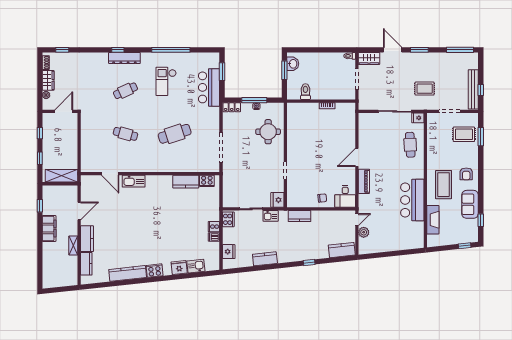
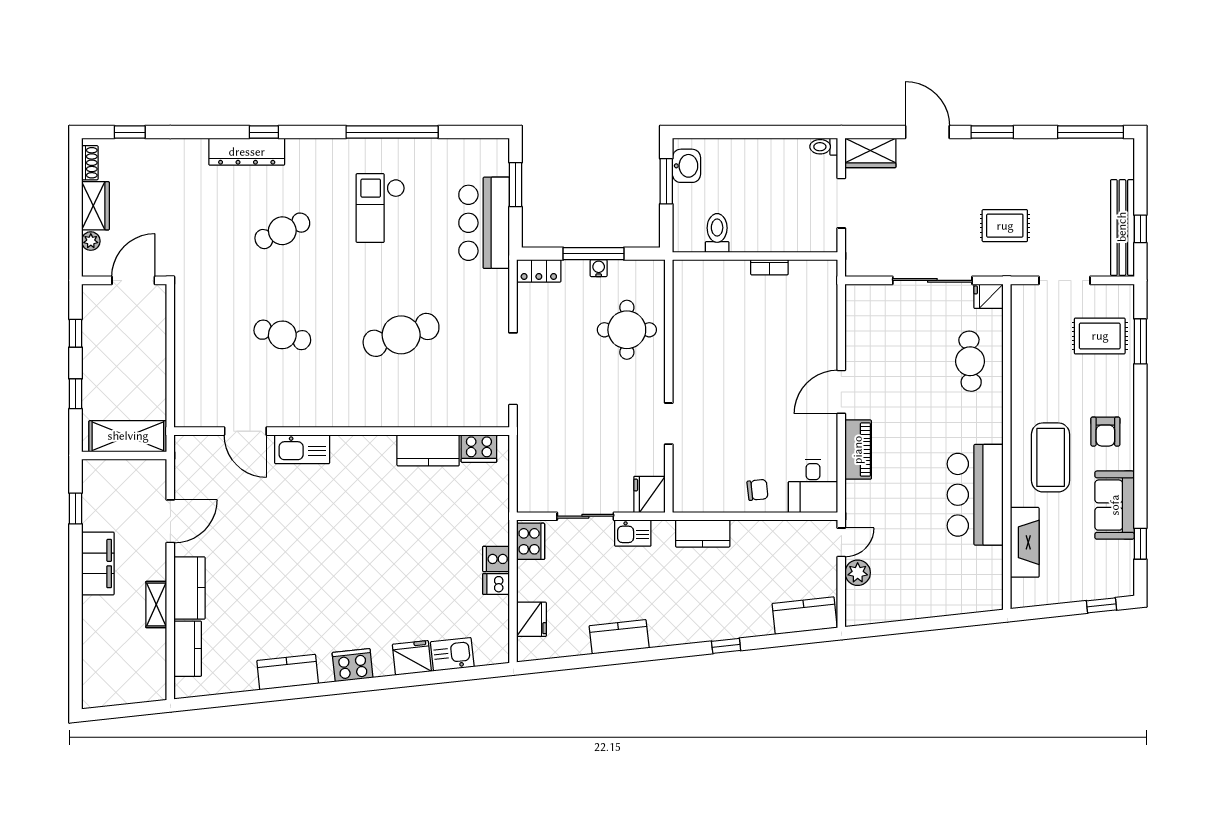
dresser: (124, 58) -> (247, 152), moved
kitchen counter: (128, 273) -> (288, 672), width x0.67

